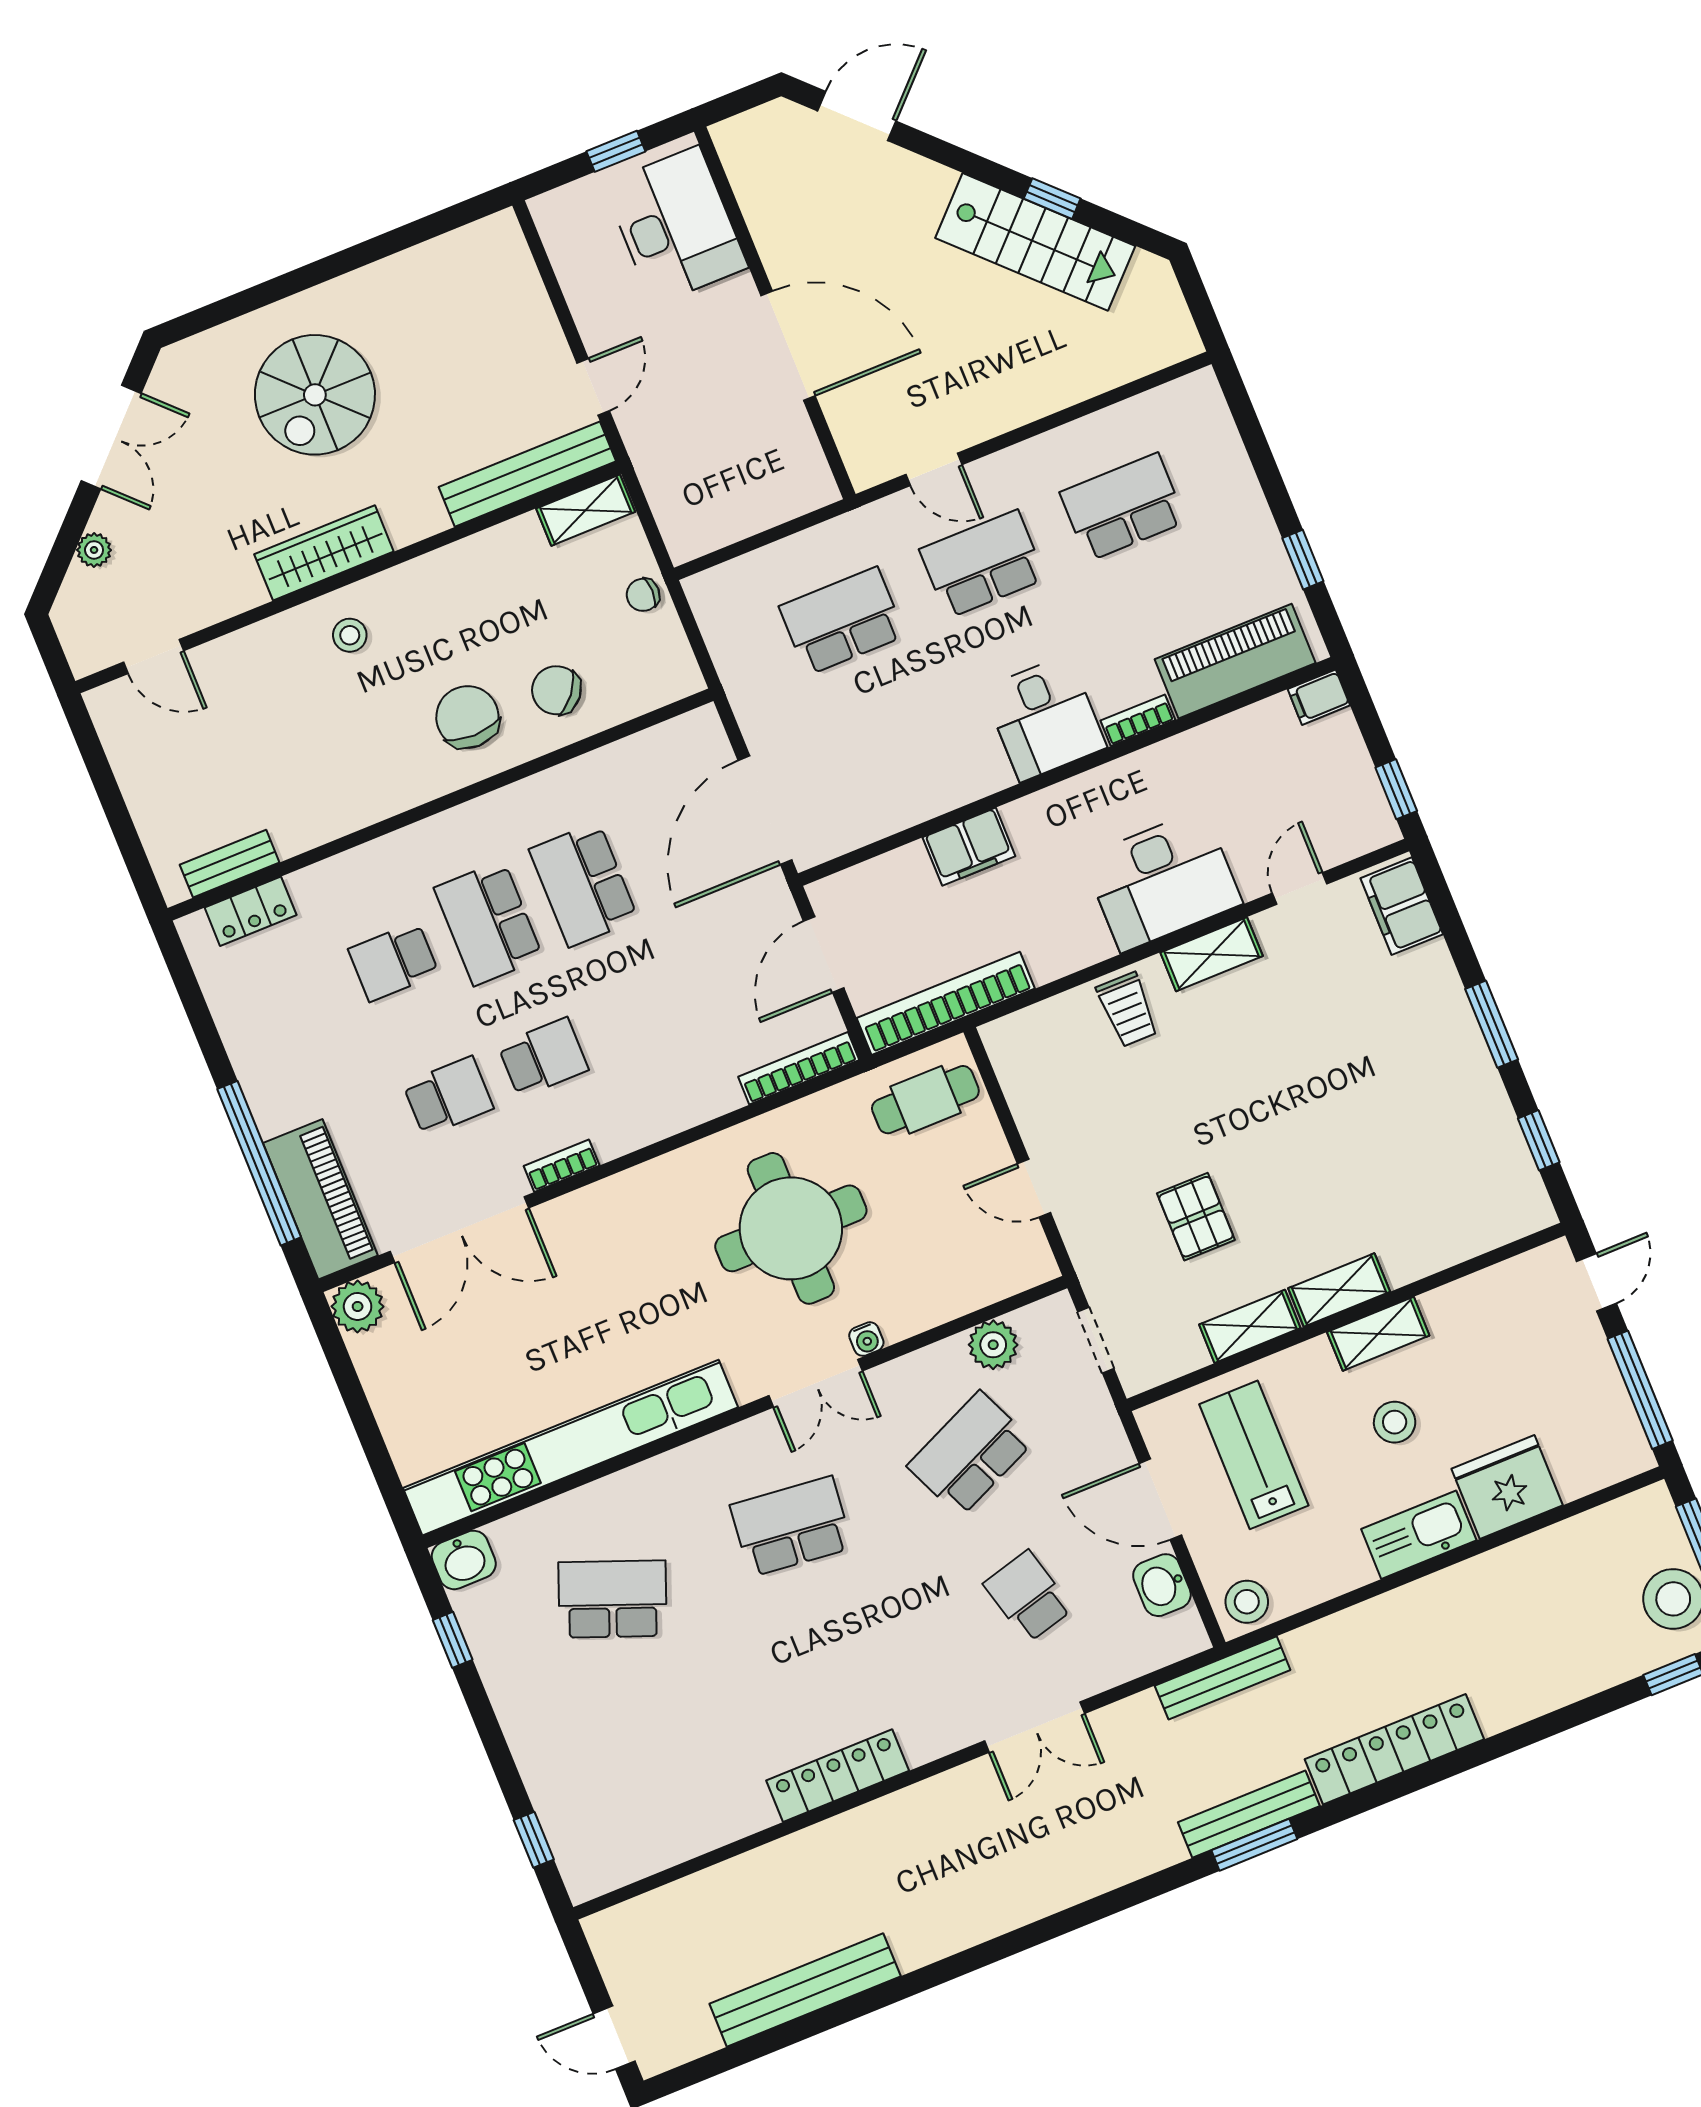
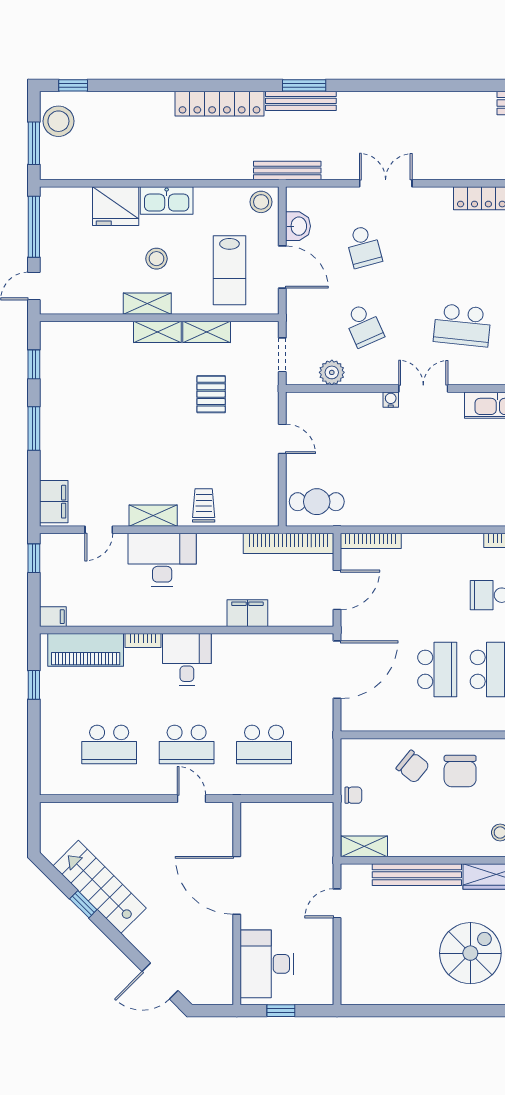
bench: (527, 474) -> (417, 875), moved
round table: (791, 1228) -> (405, 467), removed
school desk: (970, 1454) -> (364, 325), width x0.54

